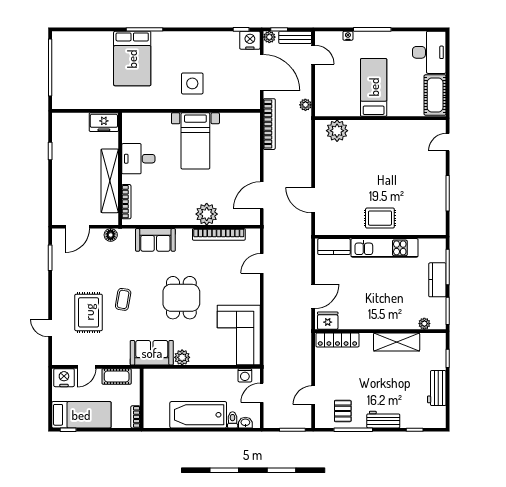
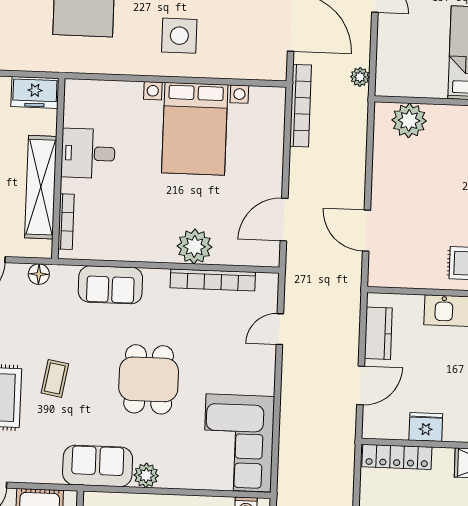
bed with nightstands: (195, 141) -> (195, 129), width x1.36
kitchen counter: (334, 247) -> (378, 333), moved, turned -90
fridge: (328, 321) -> (426, 427), moved

